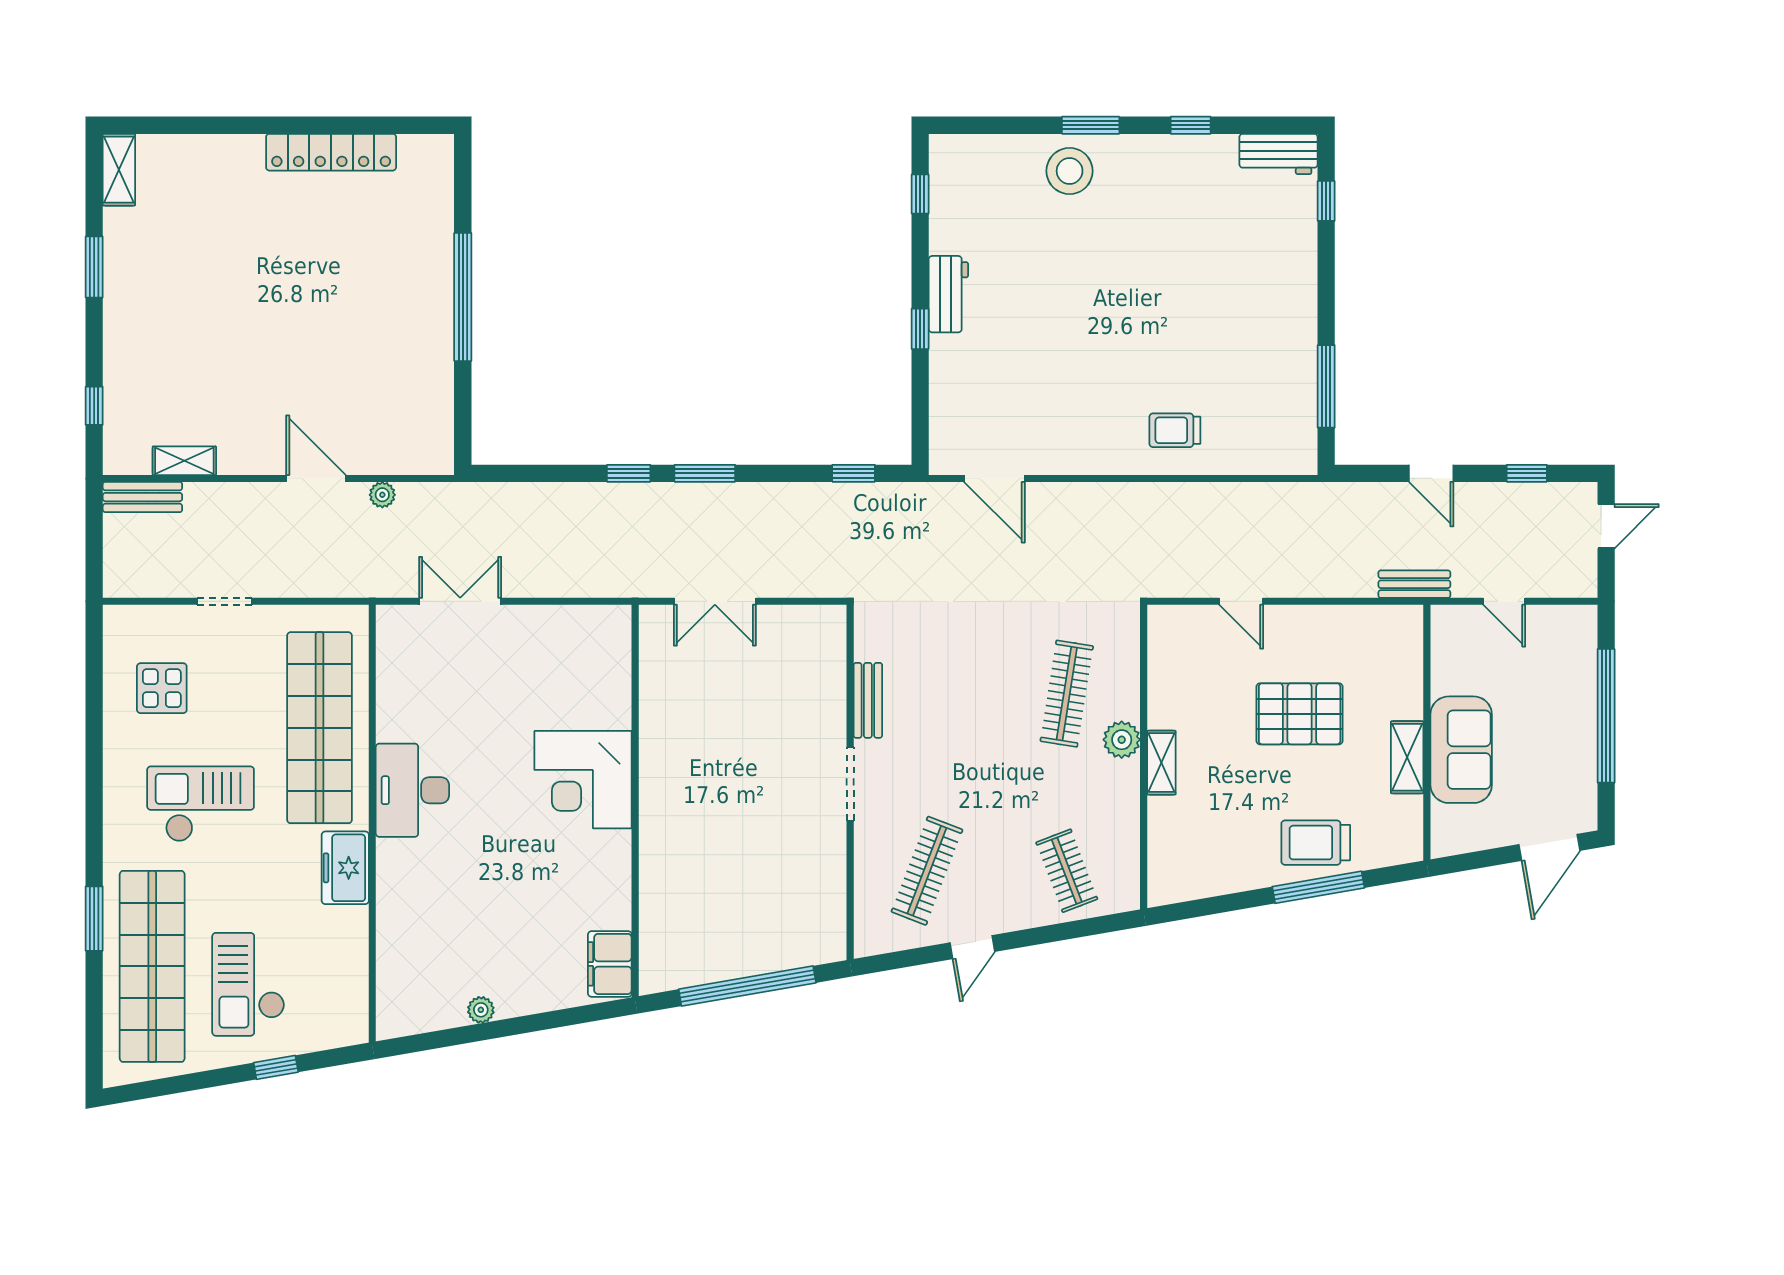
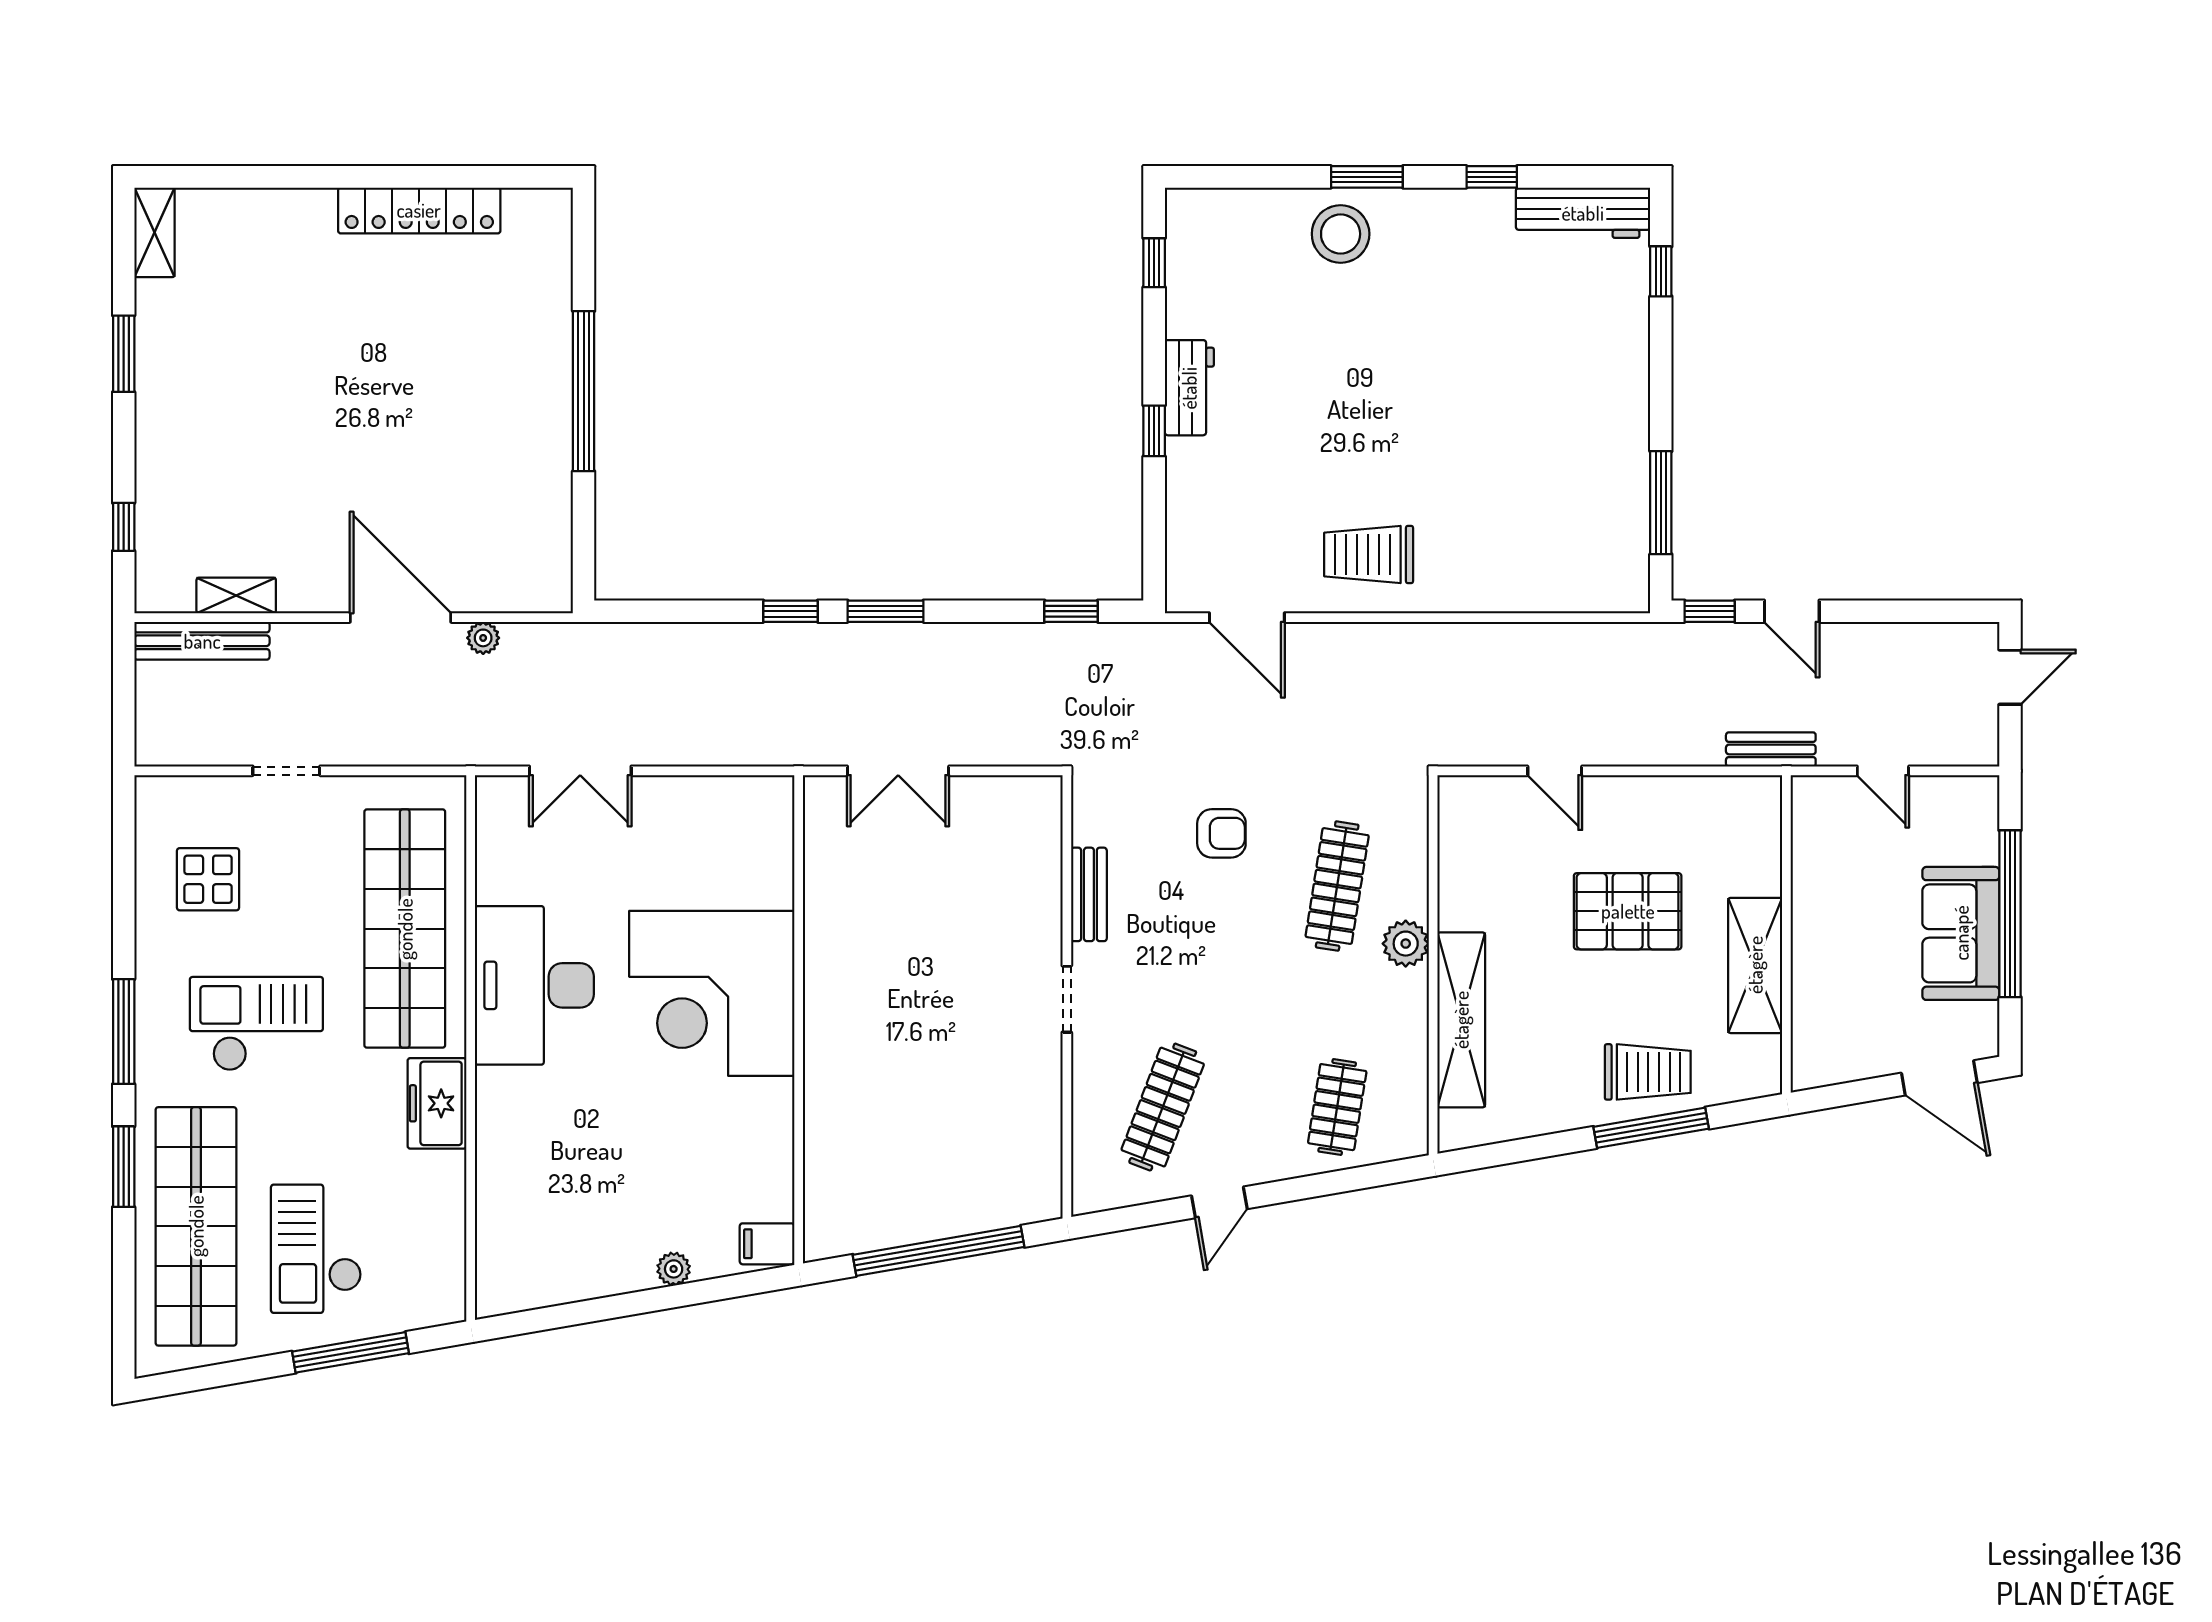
workbench: (1279, 154) -> (1583, 213), width x1.38
trolley: (1175, 430) -> (1369, 555), moved, width x1.36, depth x1.39
window: (1527, 473) -> (1710, 611), moved
door: (316, 478) -> (401, 618), width x1.36
bench: (142, 497) -> (202, 641), width x1.36
double door: (460, 601) -> (580, 771), swing flipped
armchair: (974, 651) -> (1221, 833), added
sofa: (1461, 750) -> (1961, 933), moved, turned 180
shelving: (1407, 757) -> (1755, 965), width x1.50, depth x1.33
shelving: (1161, 763) -> (1461, 1020), width x2.20, depth x1.33
corner desk: (583, 780) -> (712, 993), width x1.36, depth x1.36
doorway: (850, 784) -> (1067, 999), width x0.73
desk: (412, 790) -> (534, 985), width x1.36, depth x1.30
window: (94, 810) -> (124, 1032), added
trolley: (1316, 843) -> (1648, 1072), turned 180
door: (1549, 847) -> (1939, 1078), hinge flipped
clothes rail: (1067, 871) -> (1337, 1107), turned 30
filing cabinet: (610, 964) -> (767, 1244), width x0.50
plant: (481, 1010) -> (674, 1269), moved
window: (276, 1067) -> (350, 1352), width x2.17

